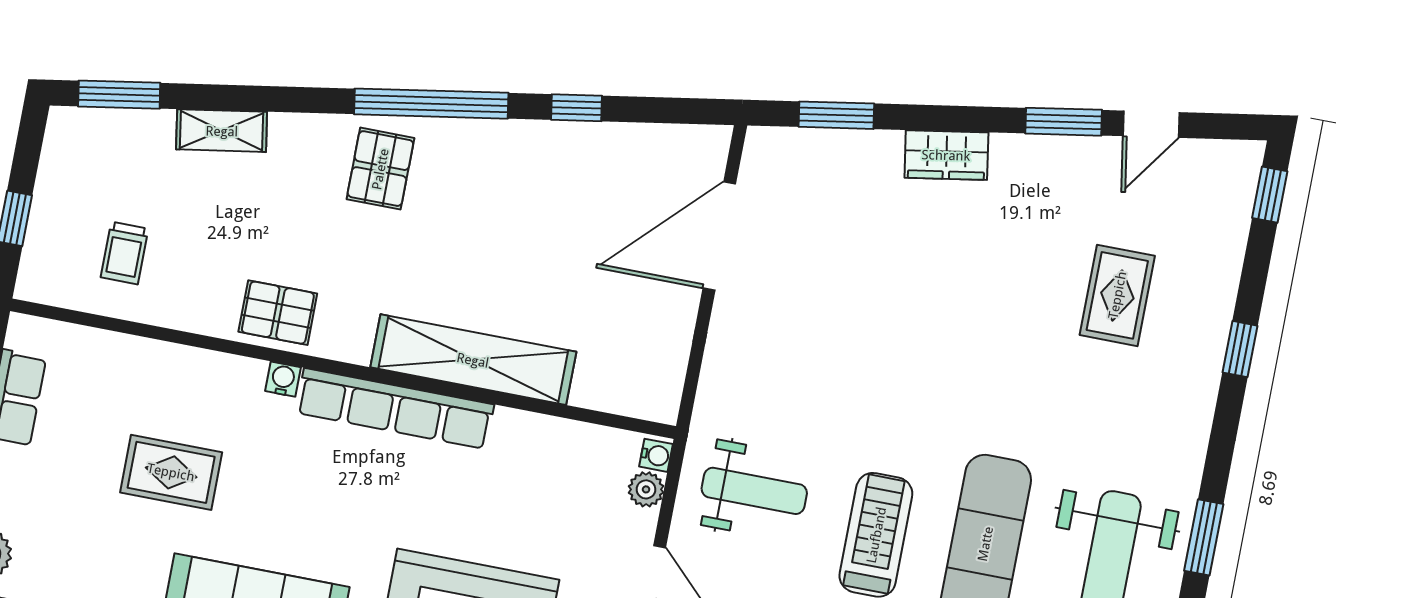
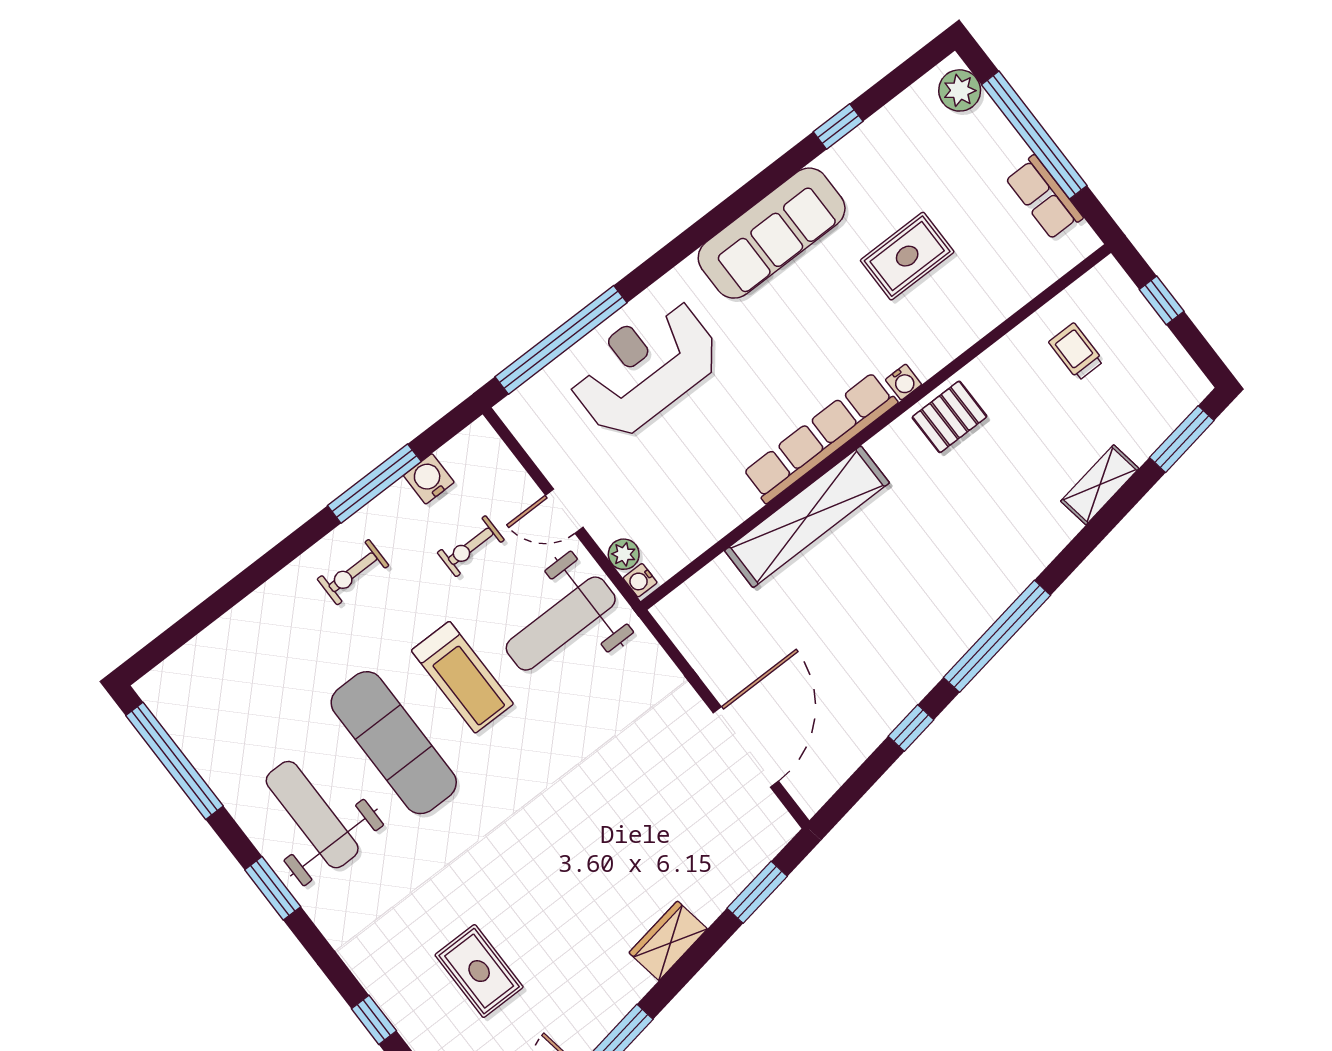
pallet: (380, 169) -> (984, 566), removed
weight bench: (754, 491) -> (561, 624), width x1.36, depth x1.33

